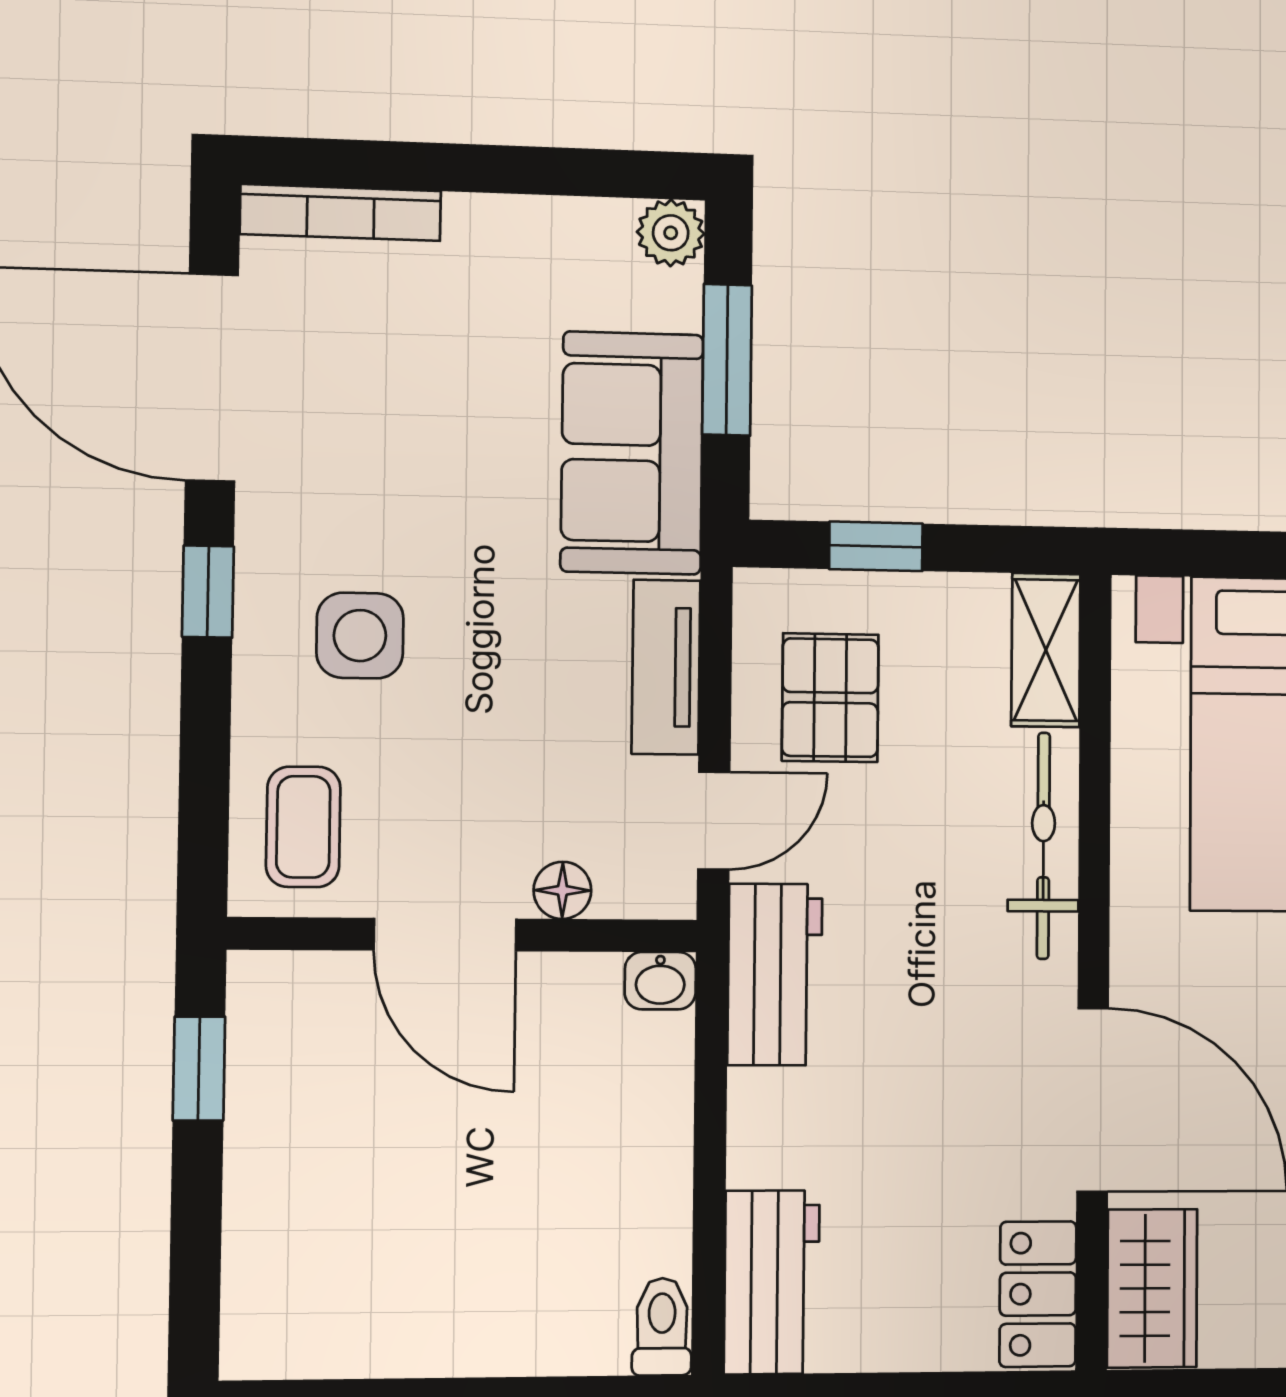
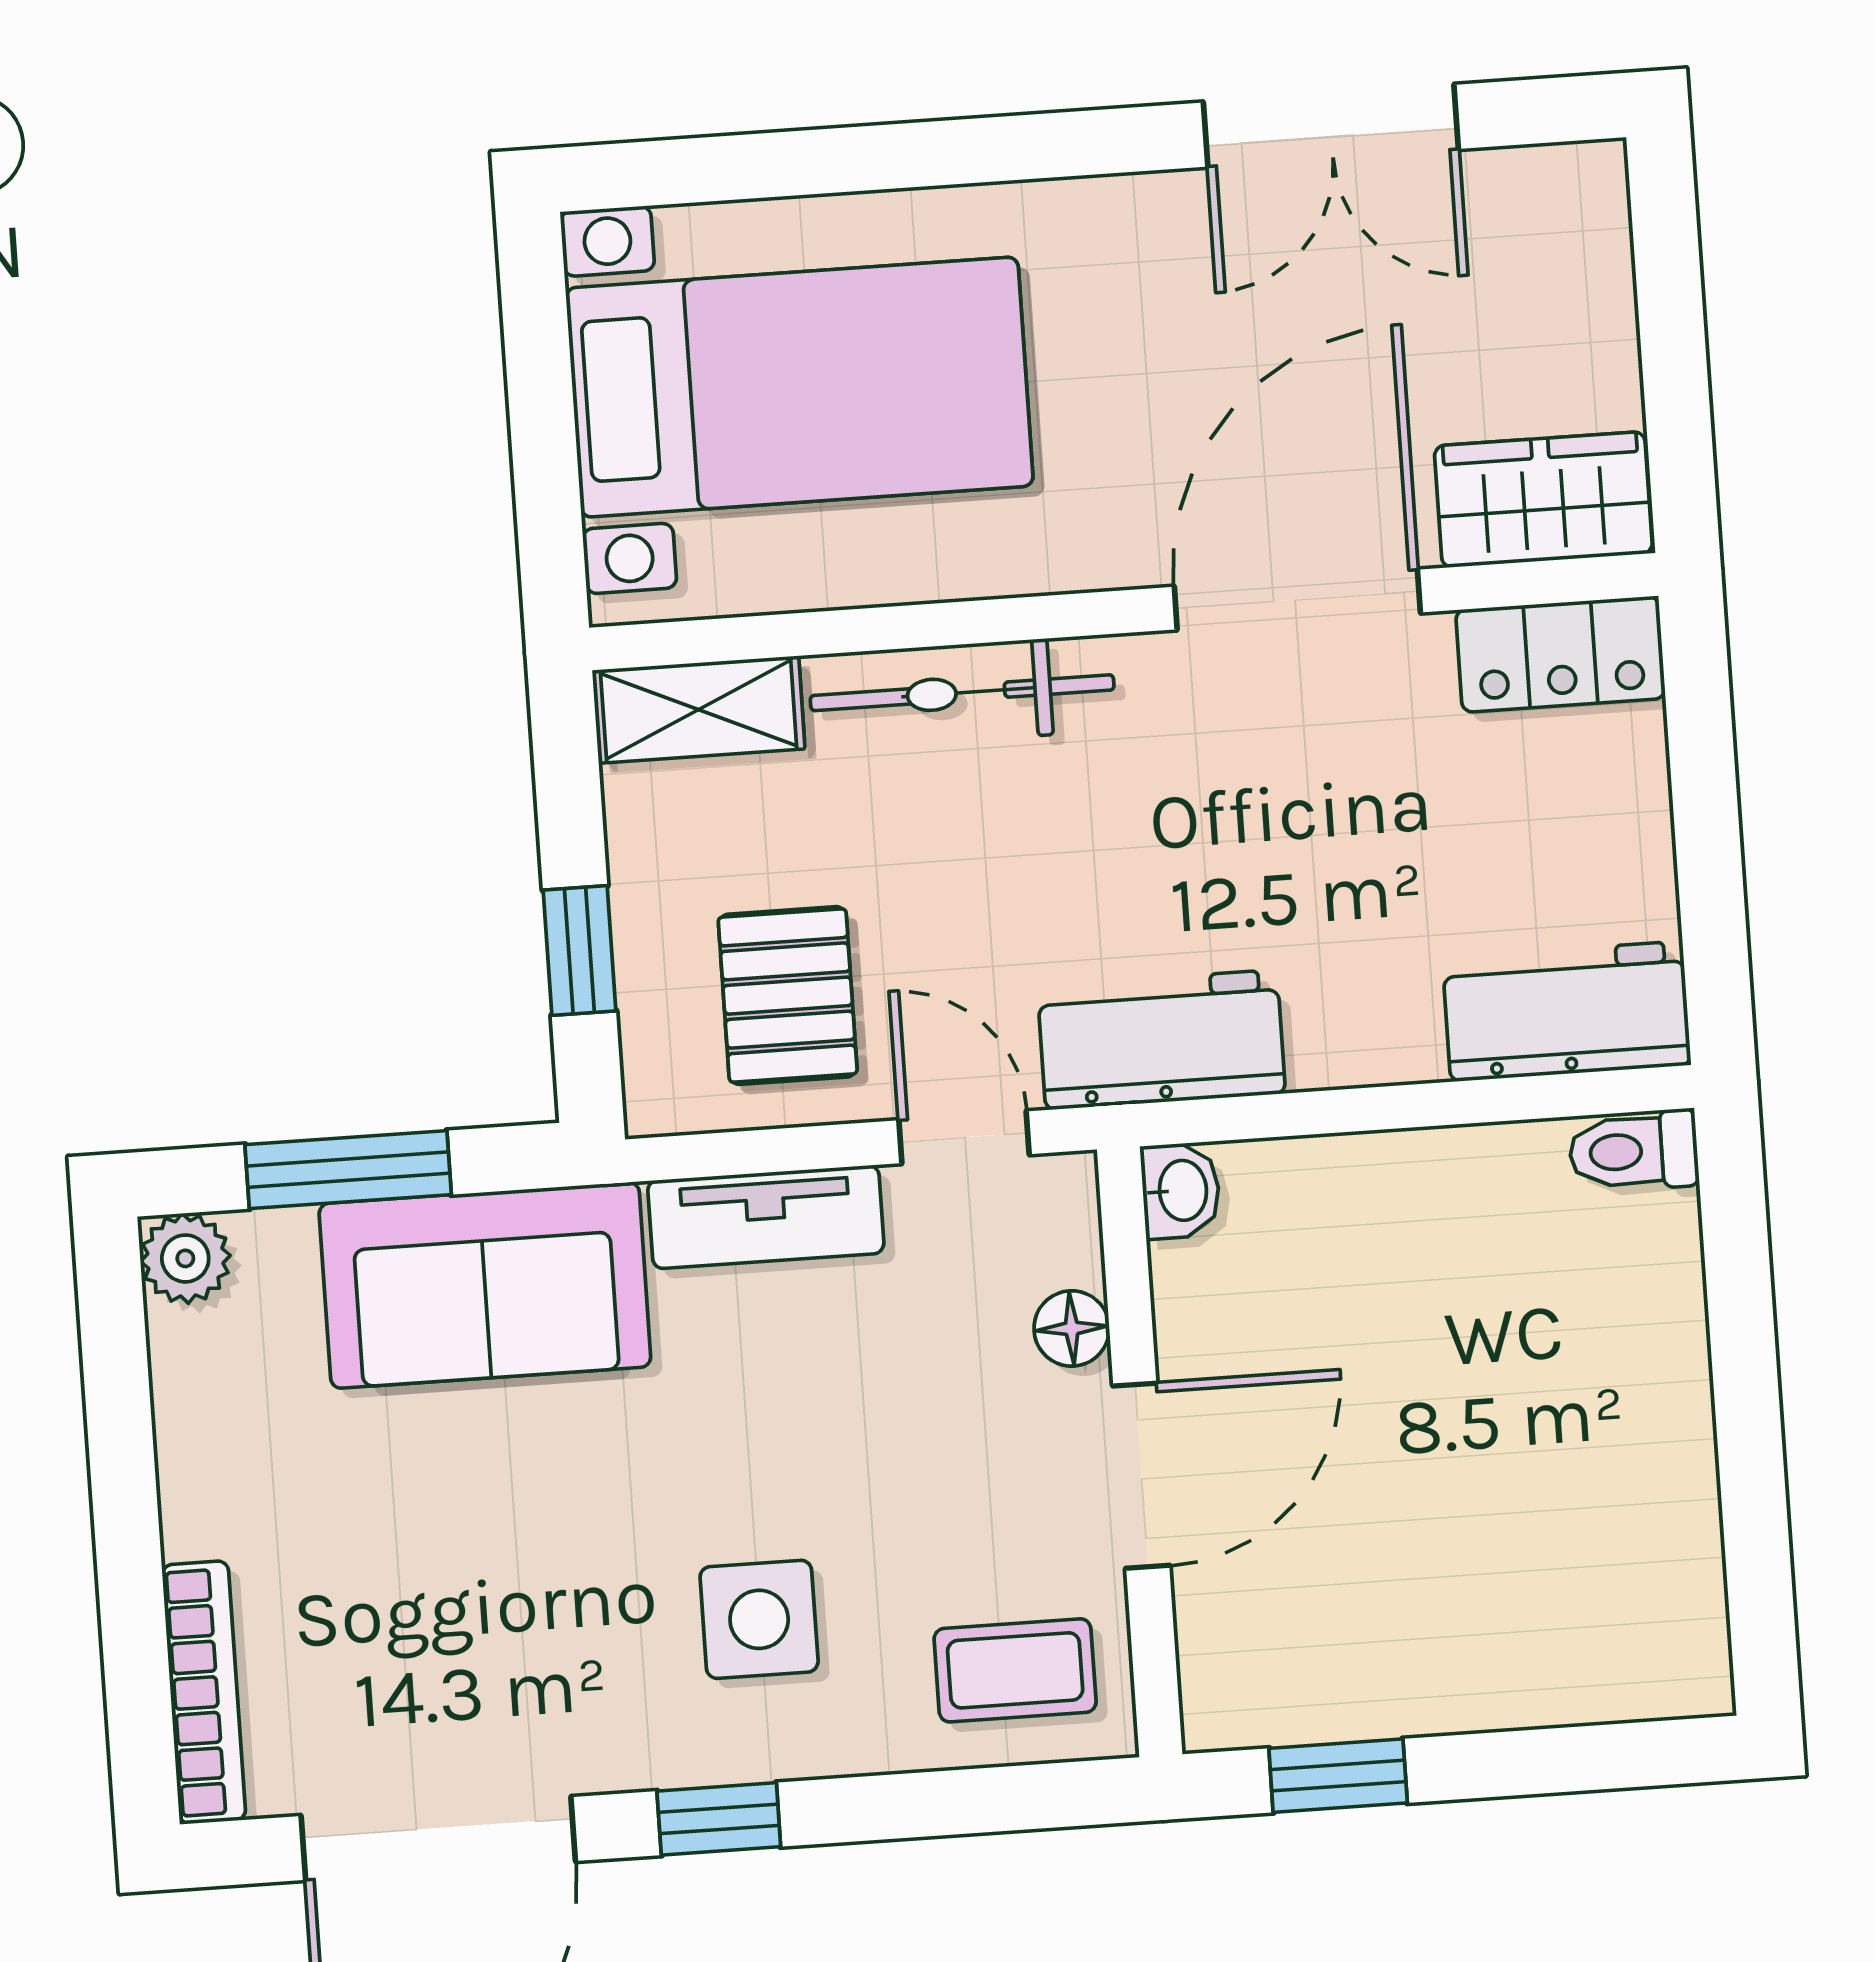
pallet: (830, 698) -> (788, 996), turned 90

